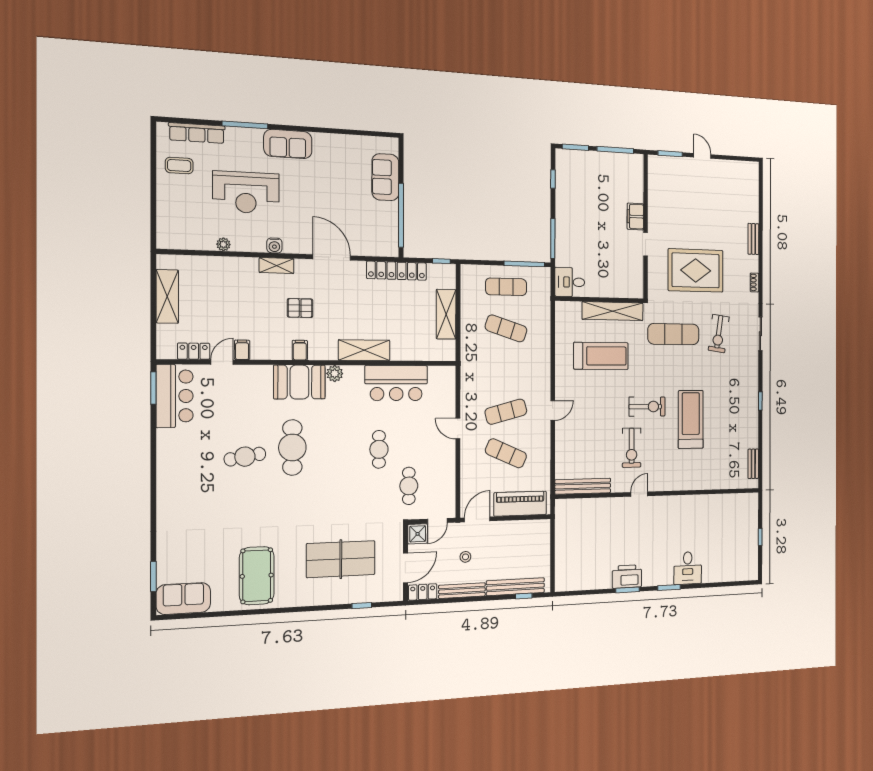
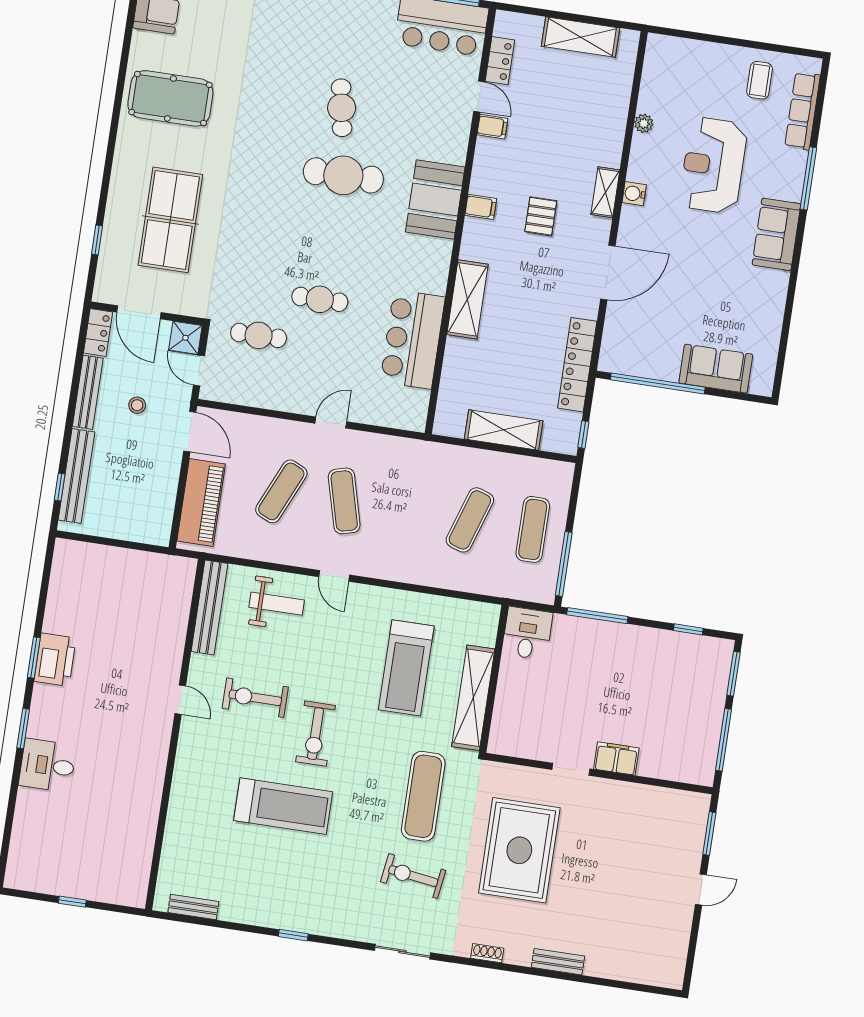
plant: (335, 374) -> (440, 251), removed
weight bench: (575, 444) -> (277, 604), added

